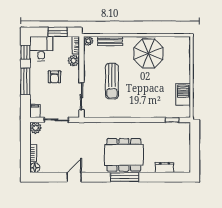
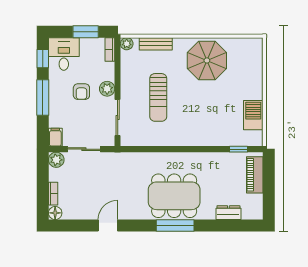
plant: (74, 61) -> (107, 89), moved
piano: (184, 139) -> (255, 175), added

